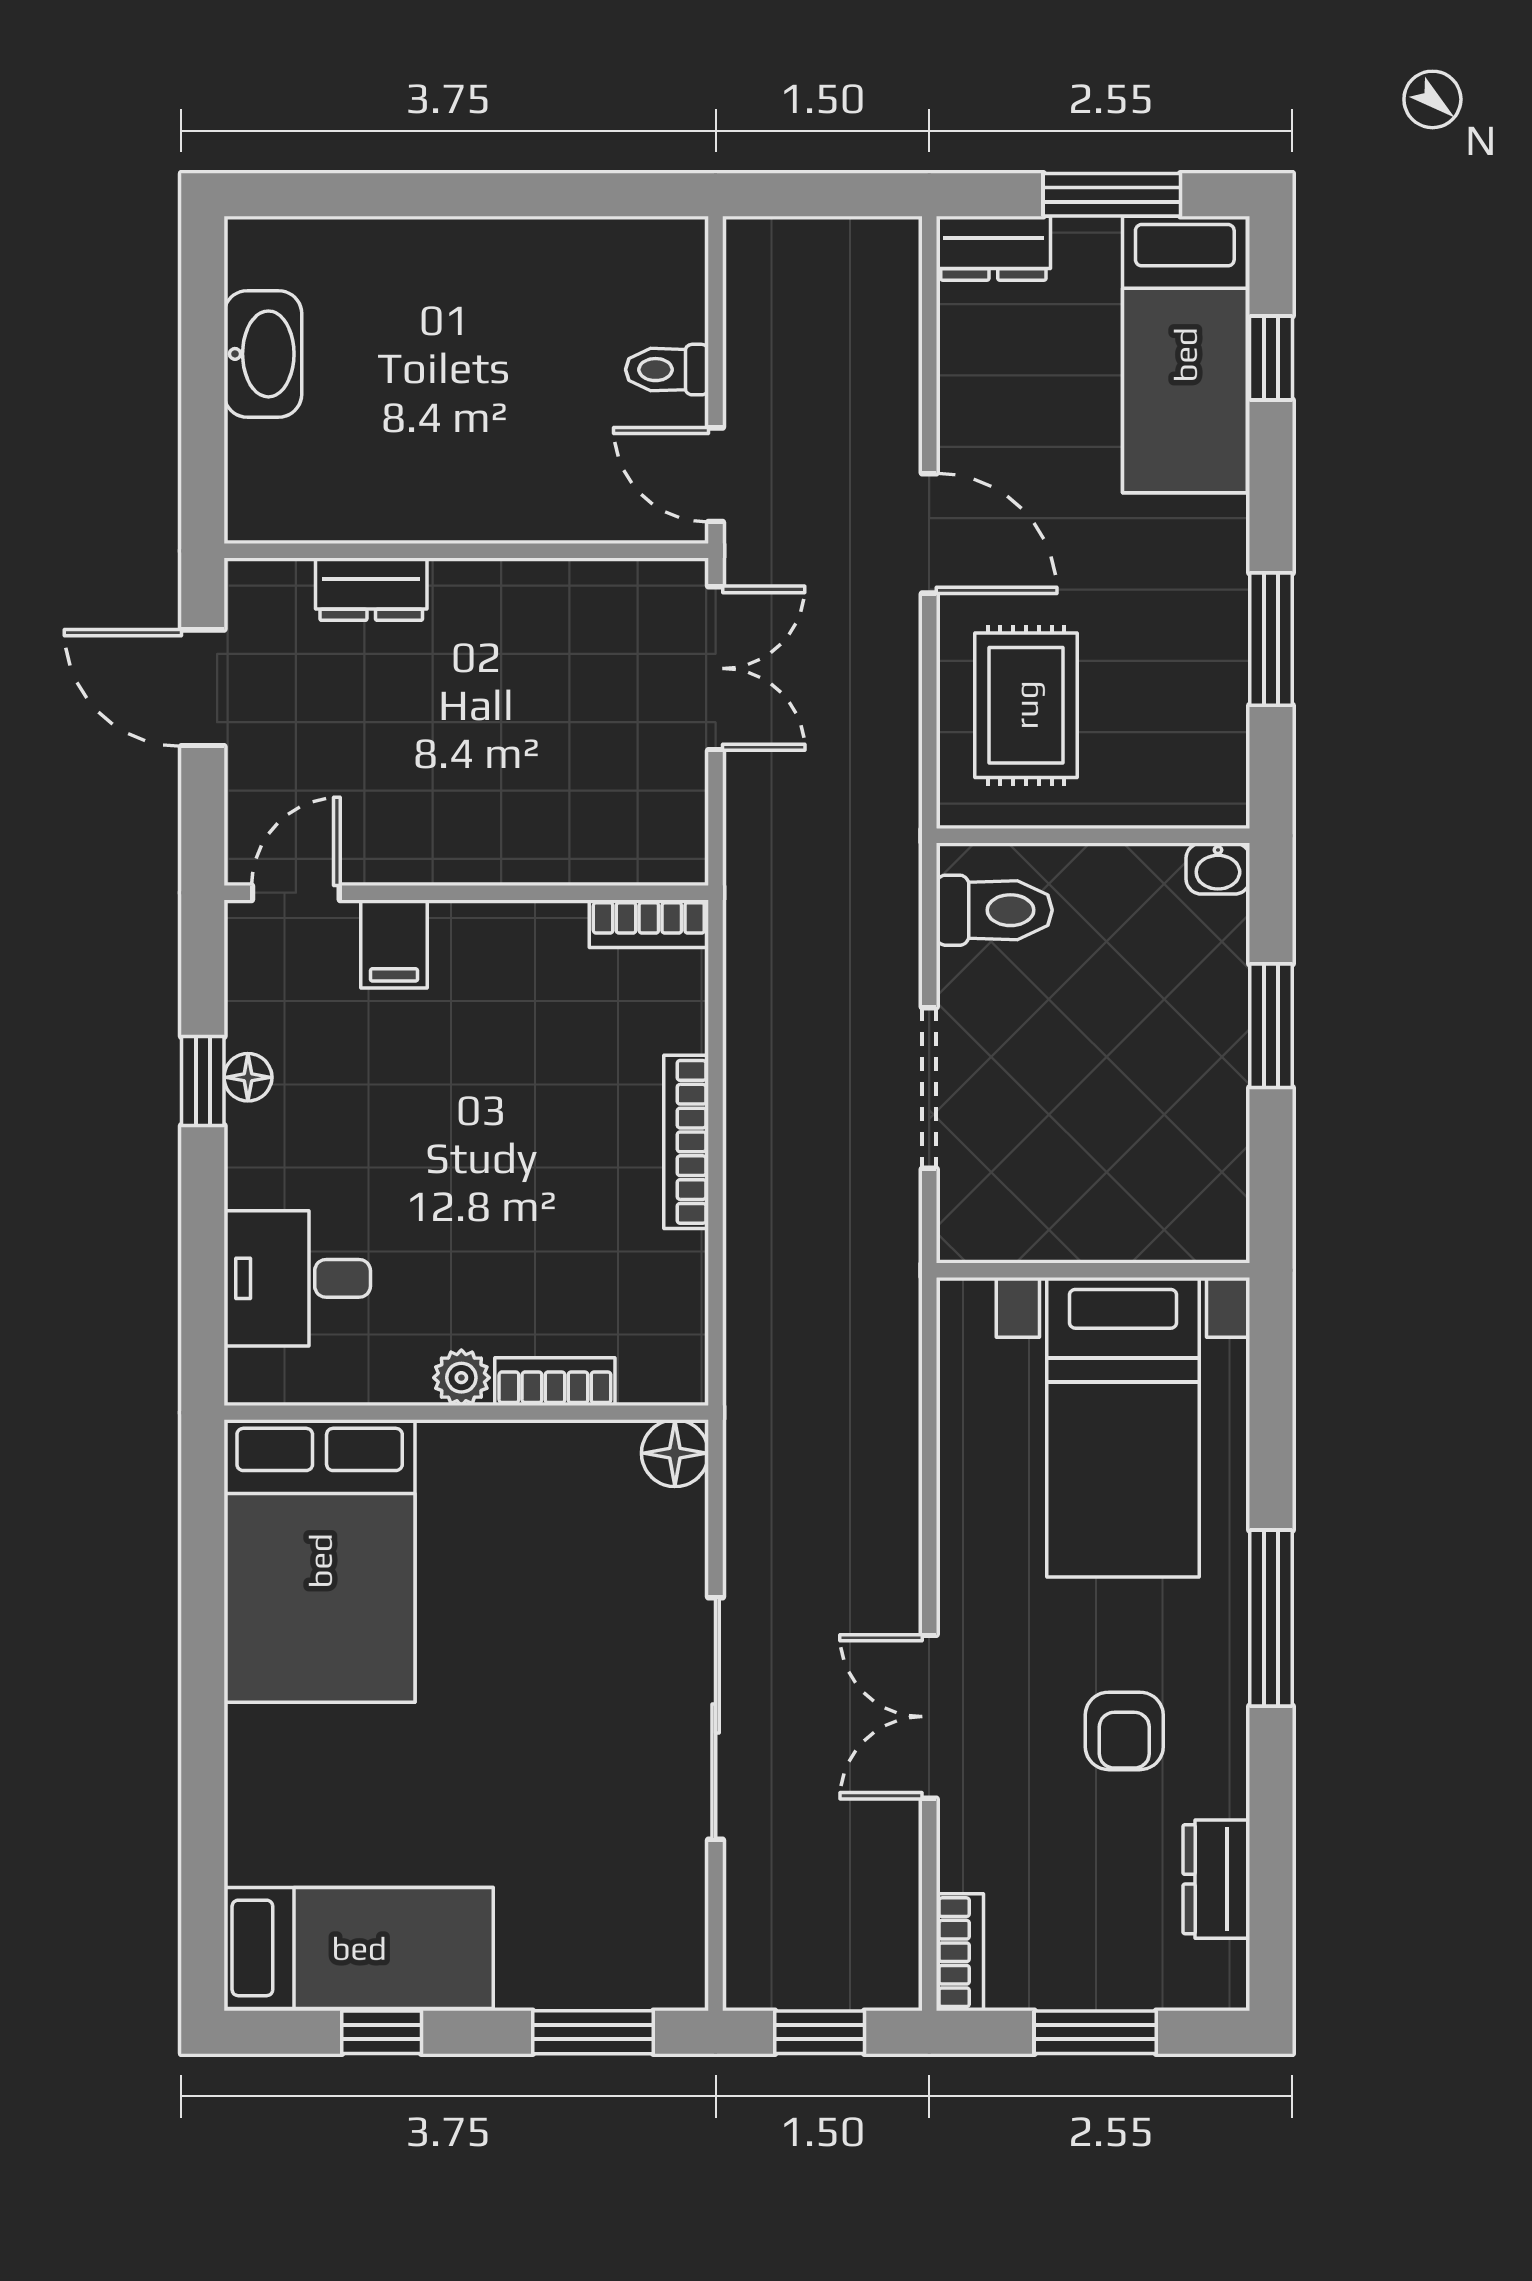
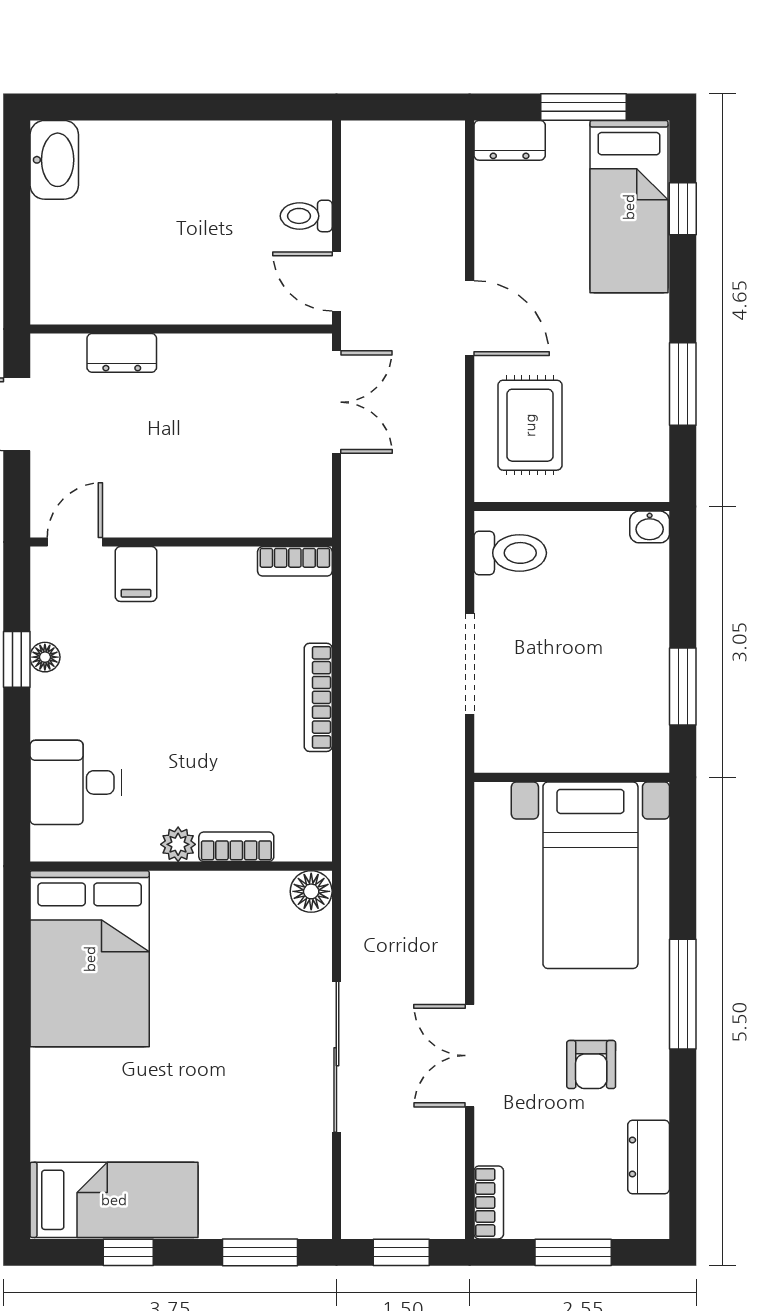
washbasin: (263, 354) -> (54, 160), moved
window: (1271, 1026) -> (683, 687), moved

